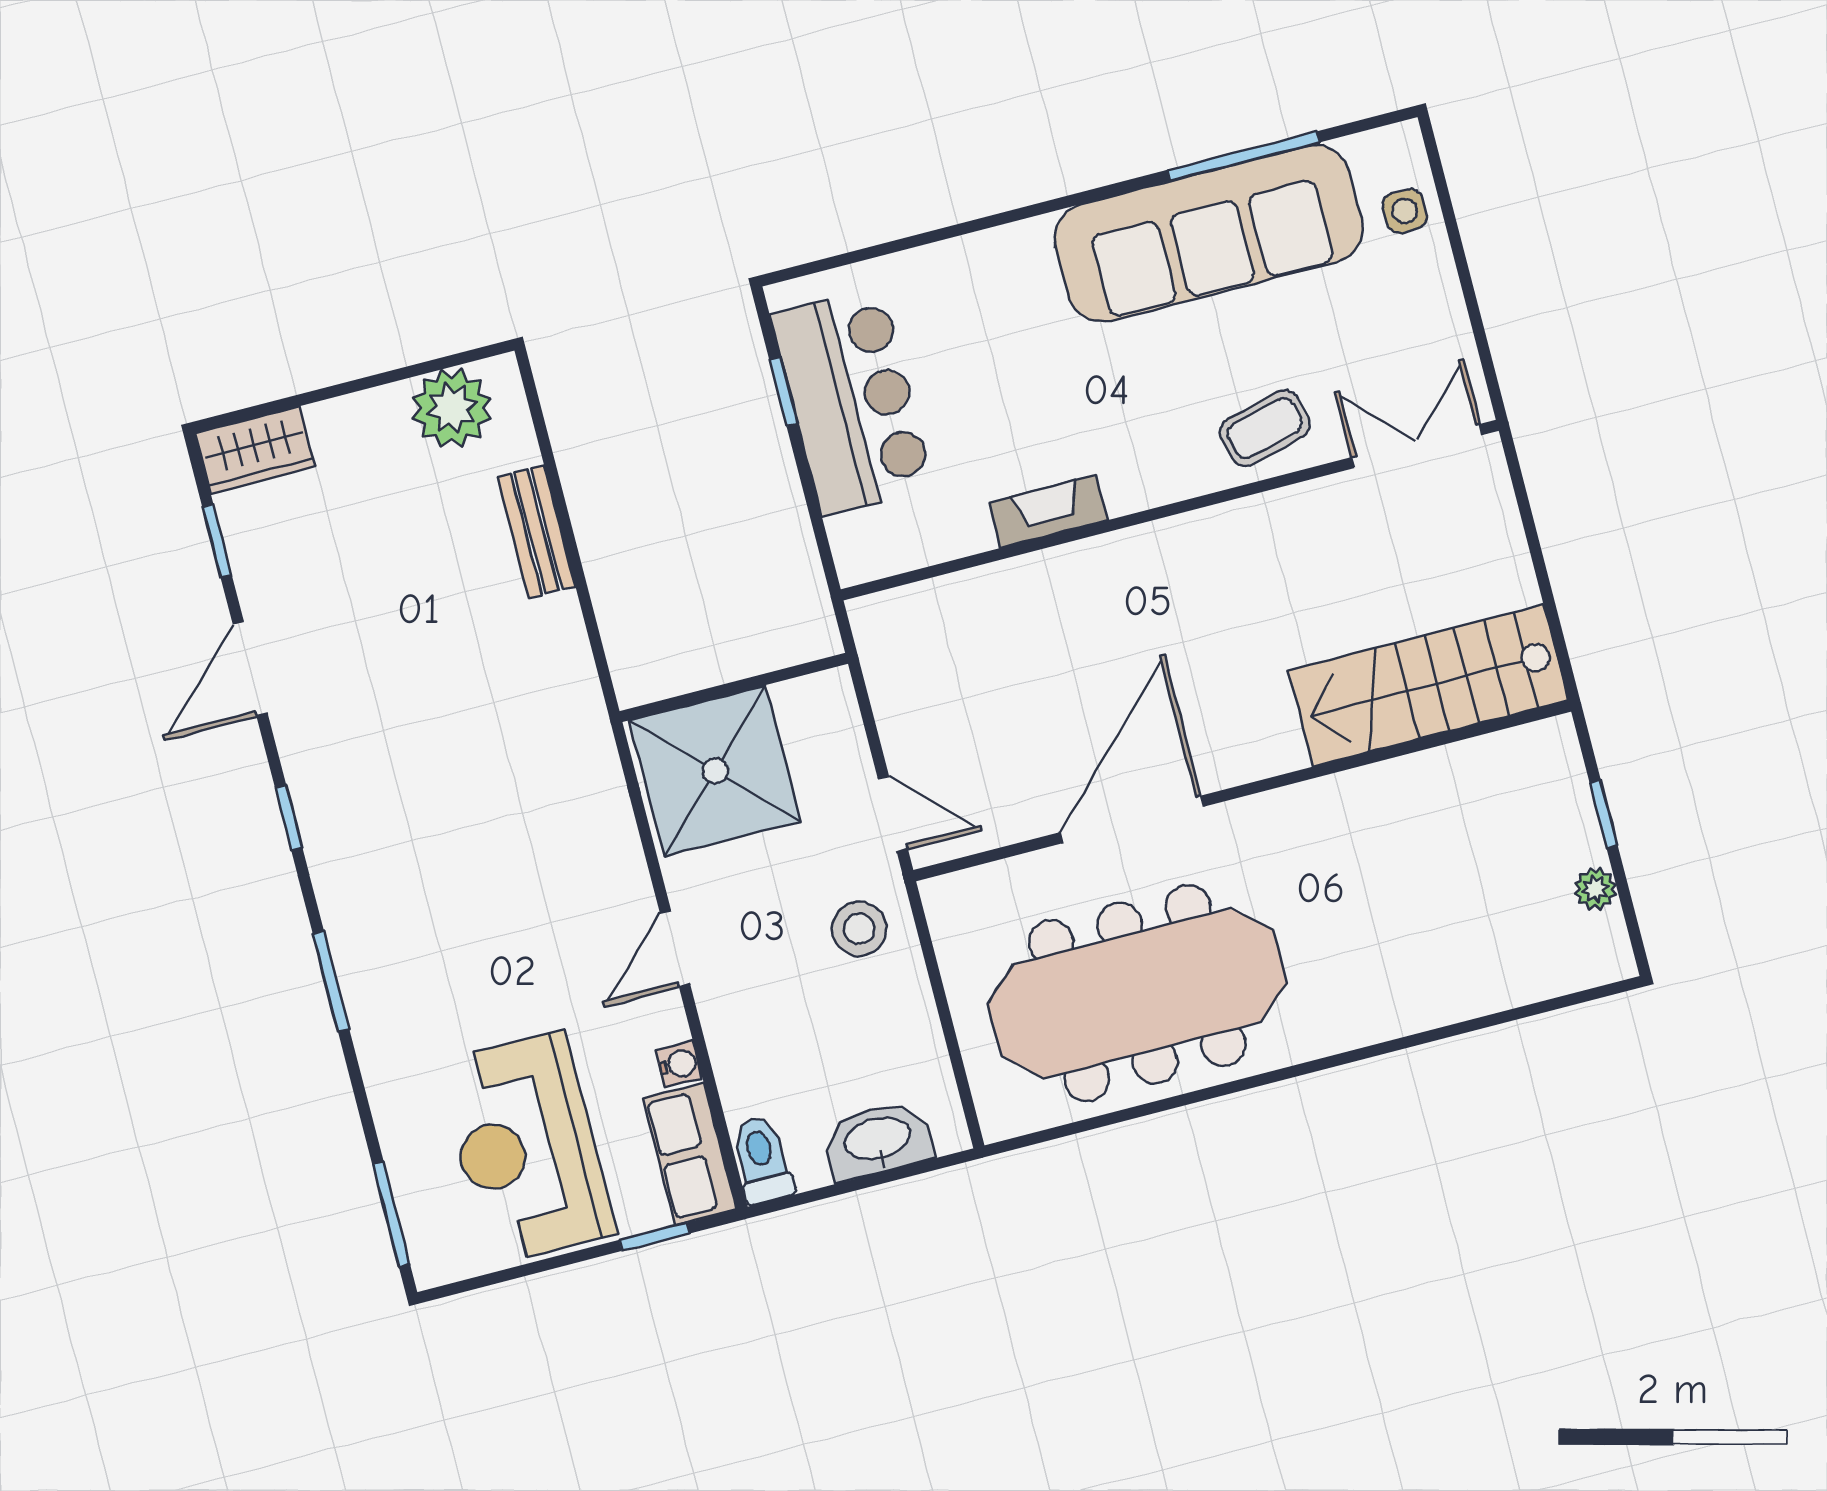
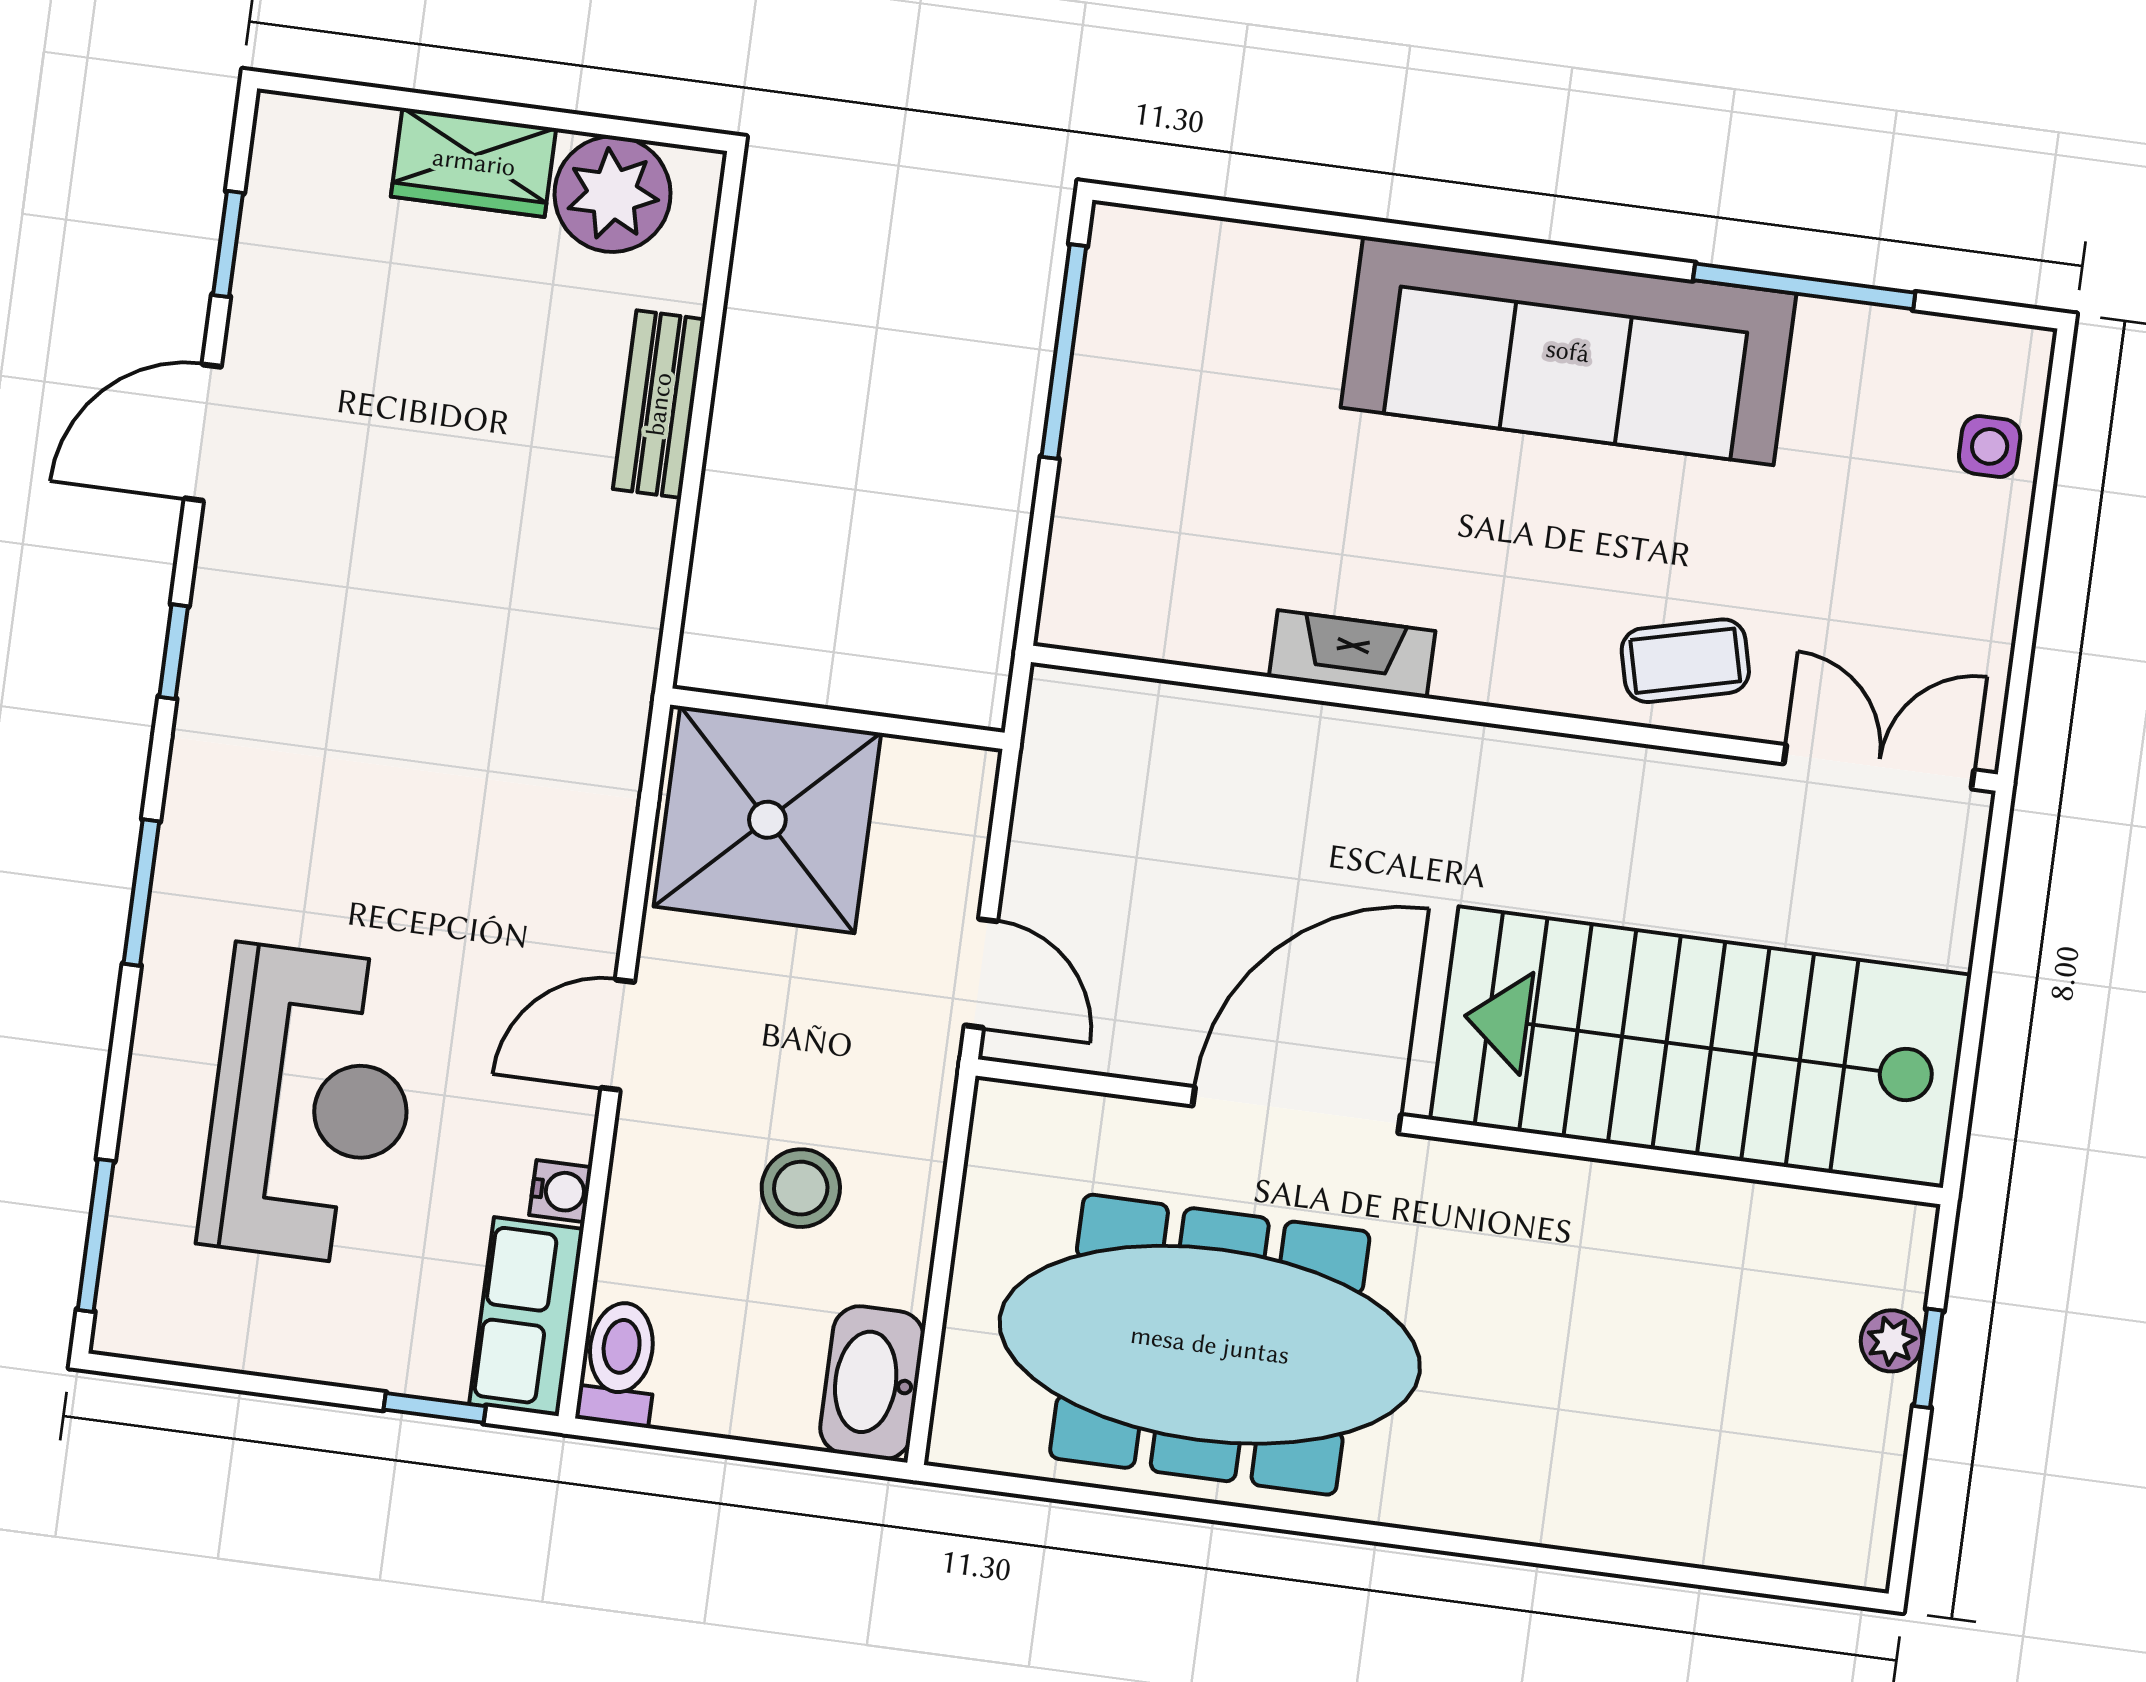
sofa: (1209, 233) -> (1568, 351), moved
window: (784, 392) -> (1064, 351), width x2.17
bar counter: (852, 401) -> (1150, 401), removed
wardrobe: (255, 450) -> (474, 162), moved
stairs: (1428, 686) -> (1701, 1047), width x1.36, depth x1.51
plant: (1595, 889) -> (1892, 1341), moved
stool: (859, 929) -> (801, 1188), moved
washbasin: (878, 1140) -> (872, 1383), moved, turned -90
reception desk: (526, 1148) -> (311, 1105), moved, turned 180

